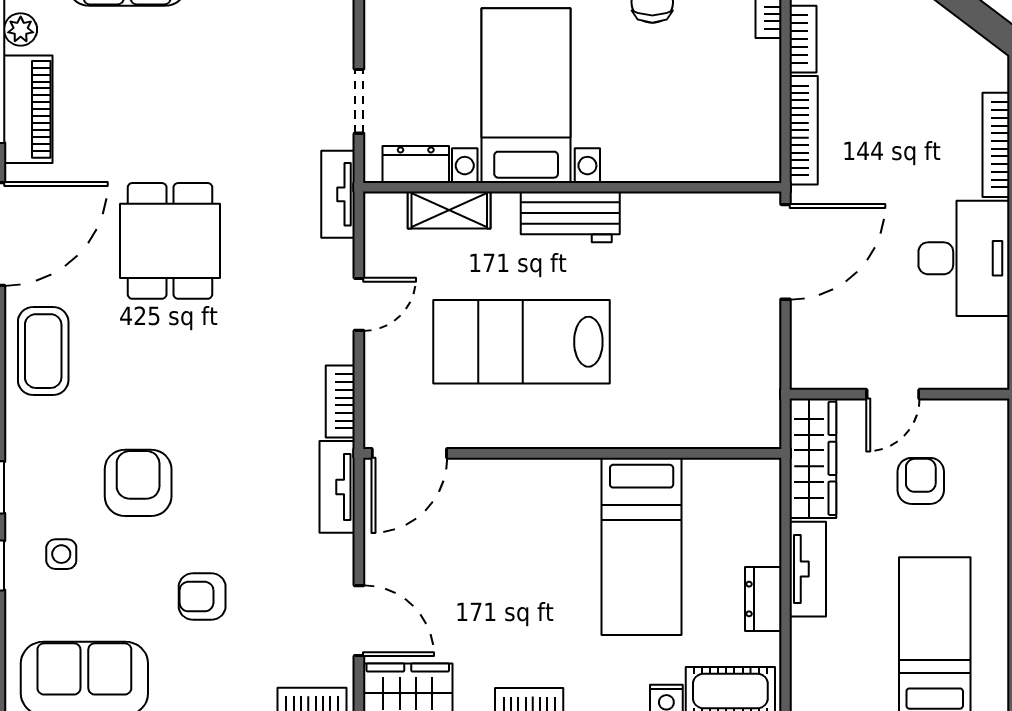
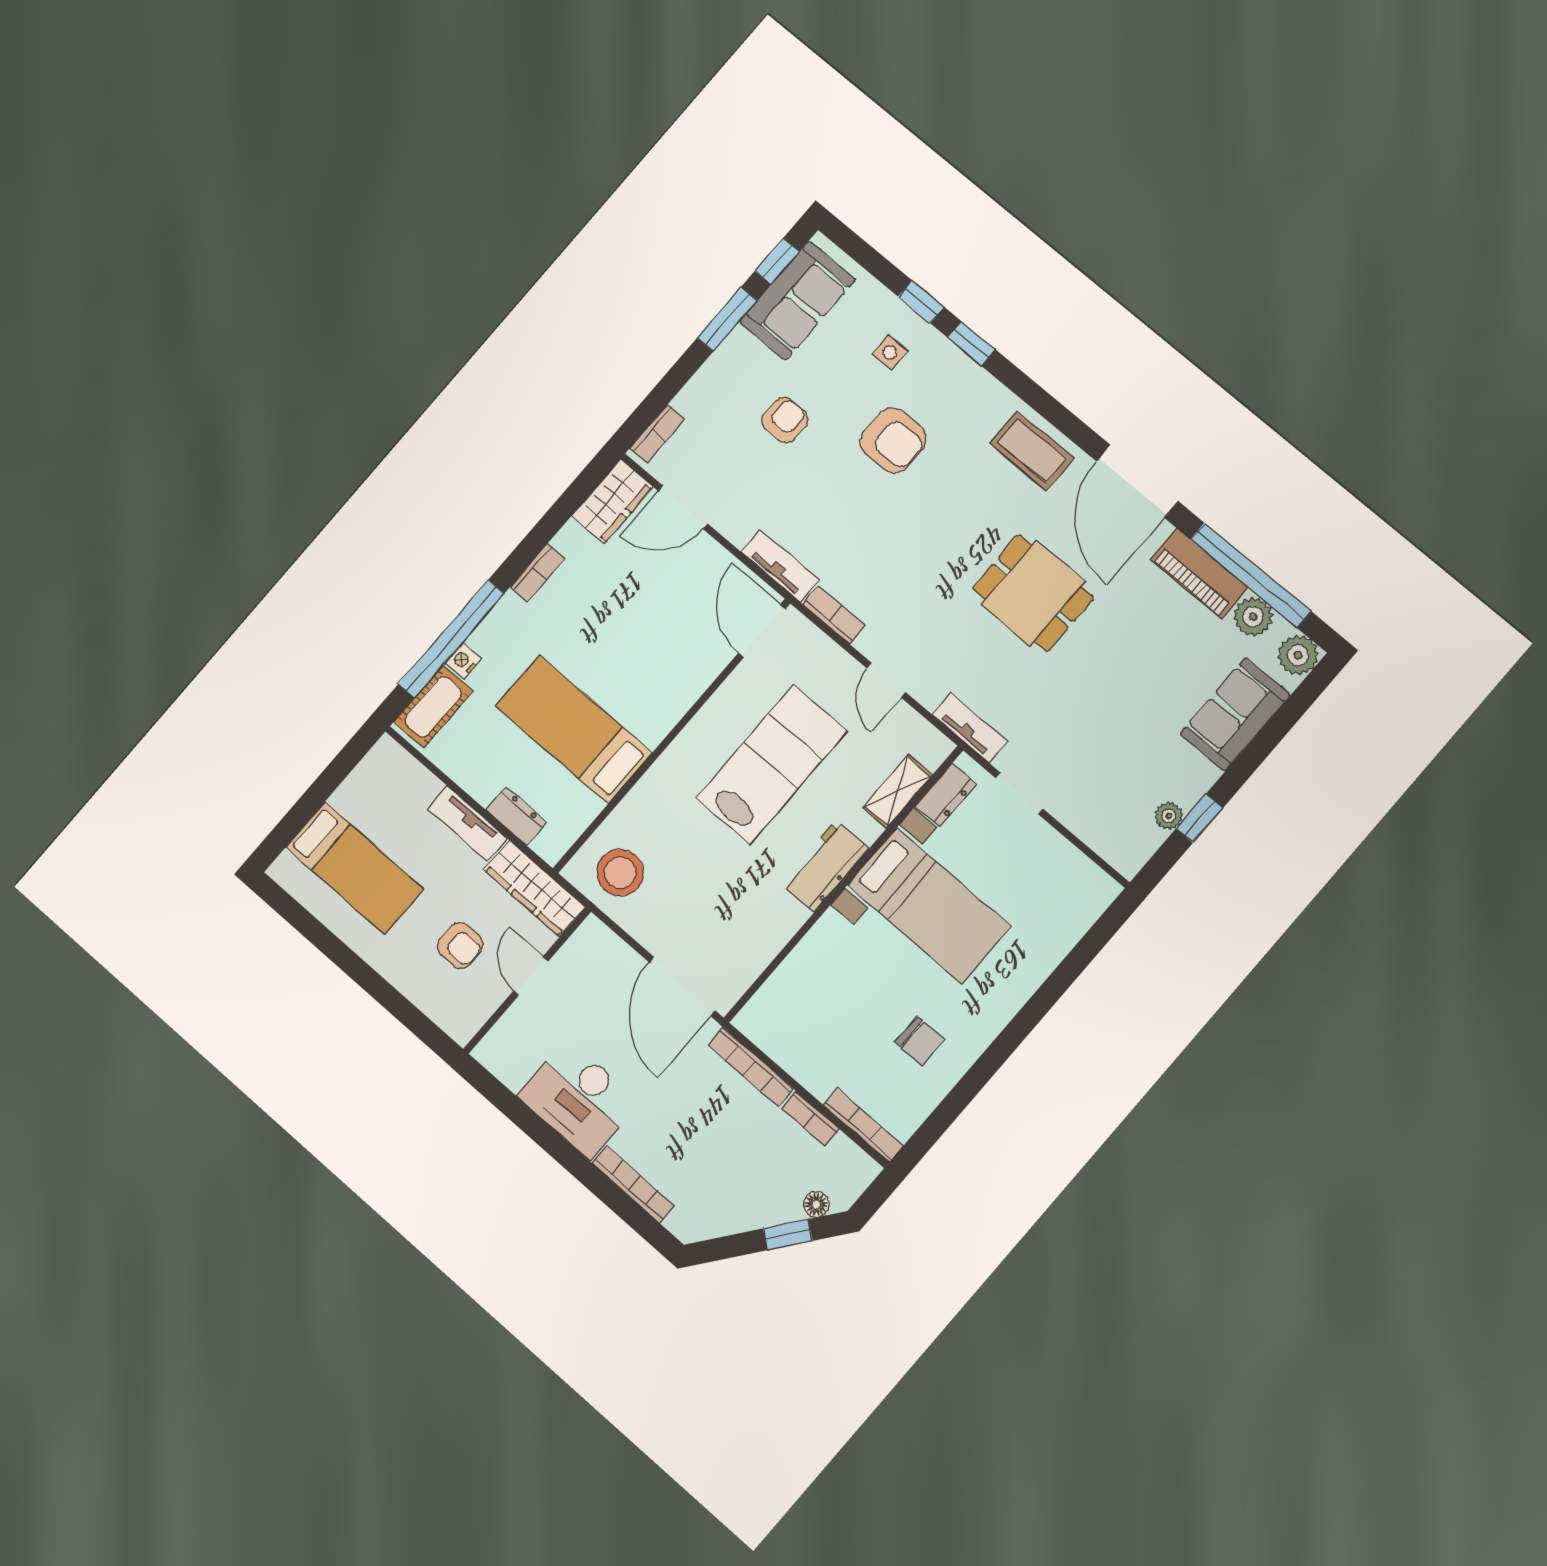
plant: (21, 29) -> (1253, 617), width x1.38, depth x1.38
stool: (733, 394) -> (620, 872), added
dresser: (763, 599) -> (516, 816), moved

